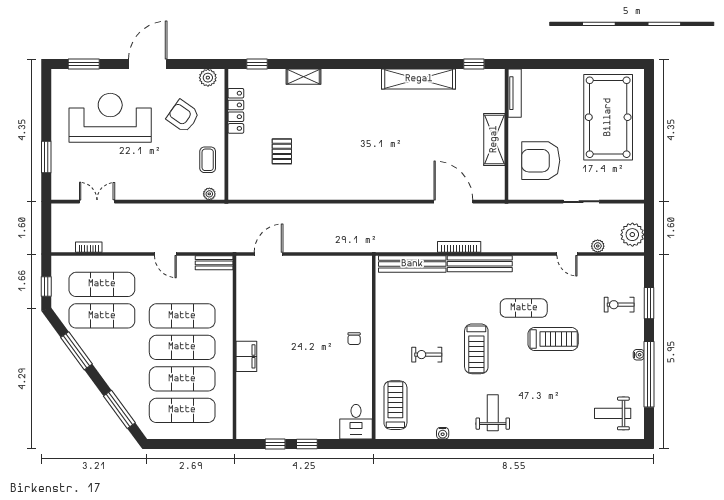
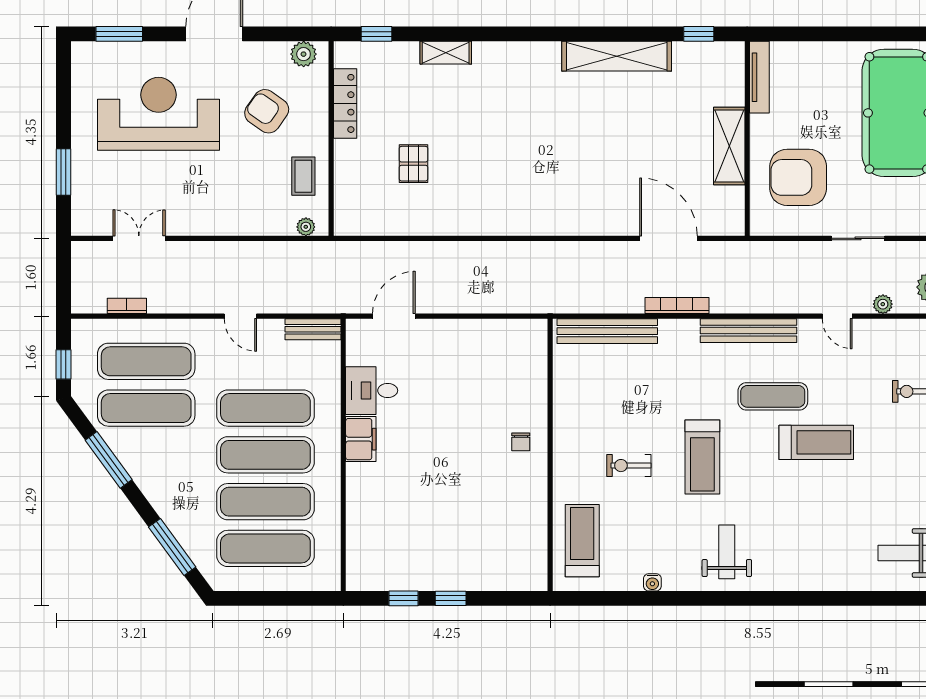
bench: (480, 264) -> (748, 331), moved
filing cabinet: (246, 356) -> (361, 439), moved
desk: (356, 422) -> (372, 391), moved, turned 90

